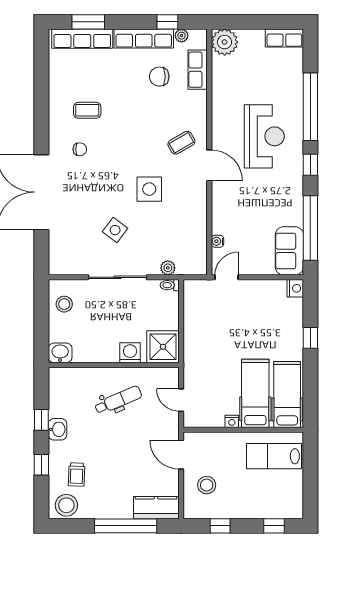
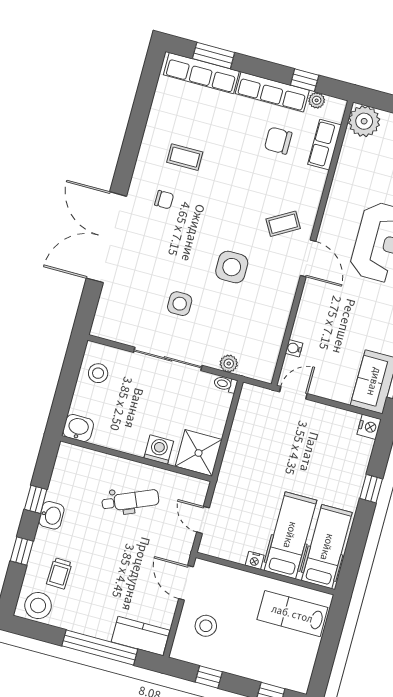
side table: (115, 230) -> (180, 304), turned -37

